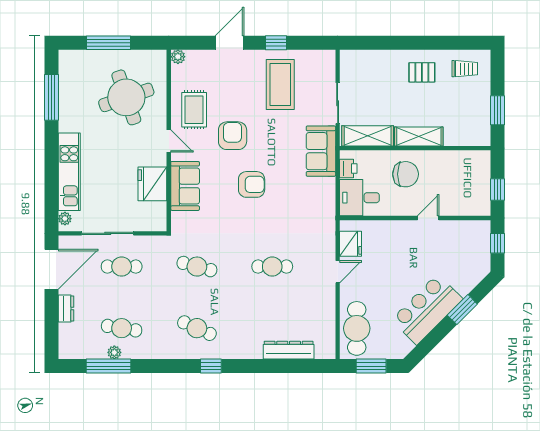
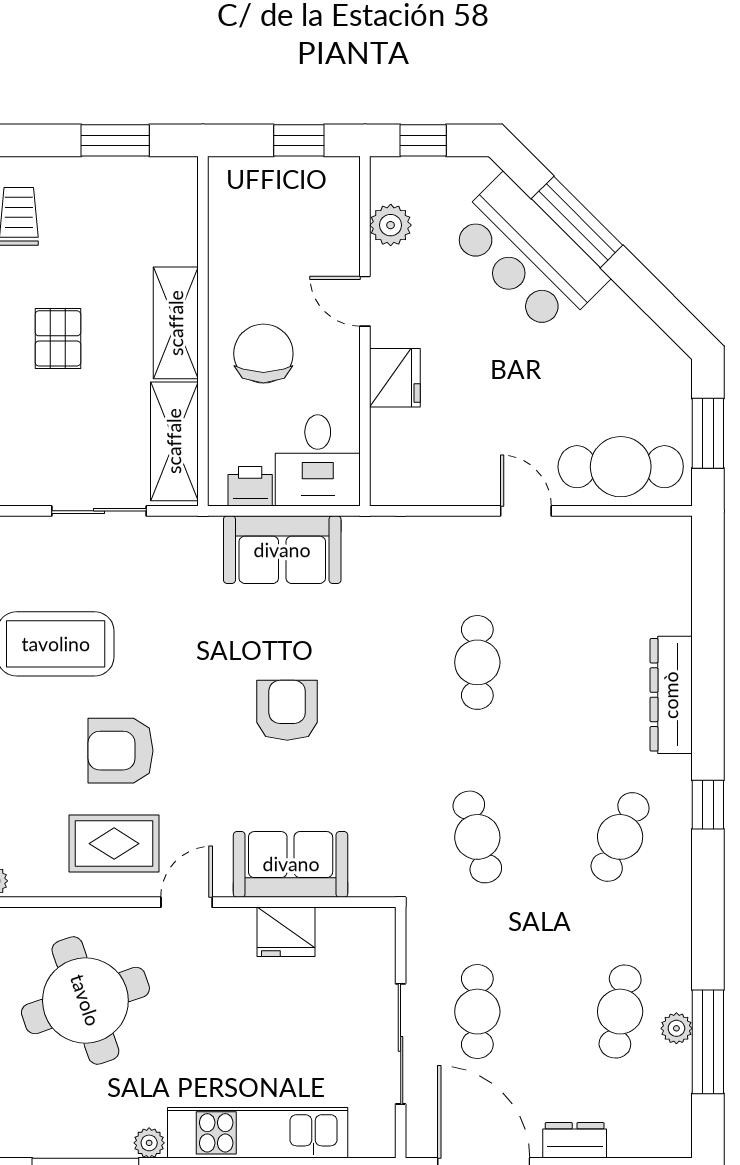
pallet: (422, 72) -> (58, 338), moved
armchair: (233, 136) -> (121, 751), moved
sofa: (321, 151) -> (282, 550), moved
fridge: (152, 184) -> (286, 932), width x0.73, depth x0.75
plant: (65, 219) -> (149, 1143), moved
plant: (461, 229) -> (391, 225), added
fridge: (351, 244) -> (395, 378), moved, turned 90
cafe table: (197, 267) -> (477, 837), turned -30
door: (338, 272) -> (526, 511), moved
bar counter: (427, 309) -> (527, 255), moved
window: (462, 310) -> (577, 222), width x1.44
dresser: (289, 350) -> (671, 695), moved

